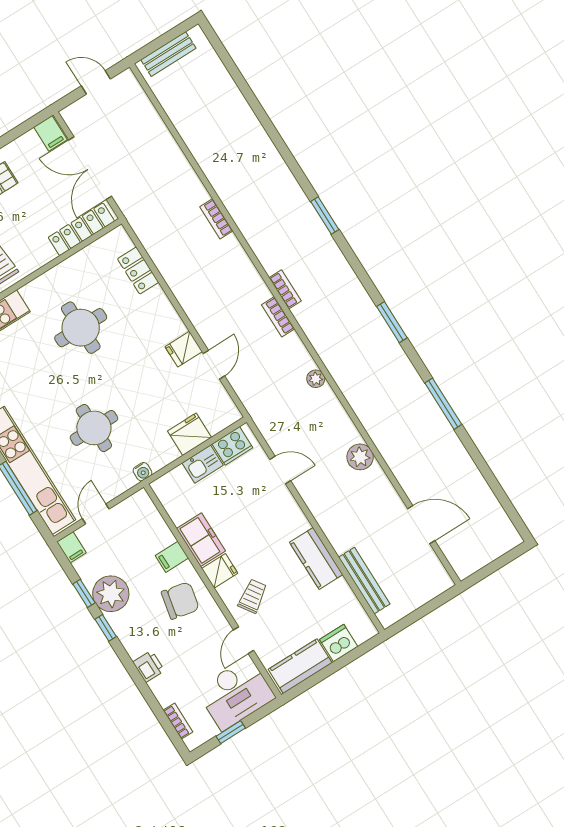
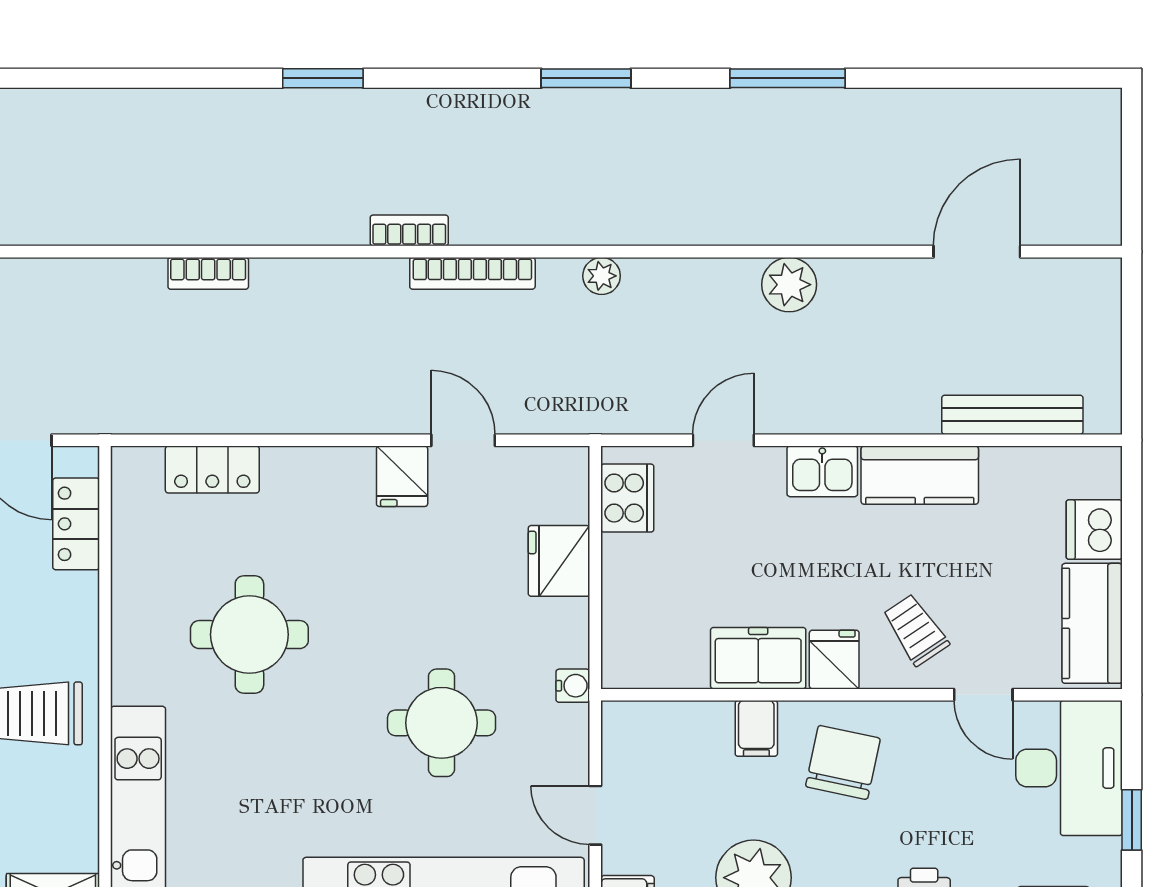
locker: (81, 229) -> (76, 524), width x0.66
bookcase: (278, 317) -> (472, 273), width x1.56
kitchen sink: (203, 464) -> (822, 471), moved, turned 90

